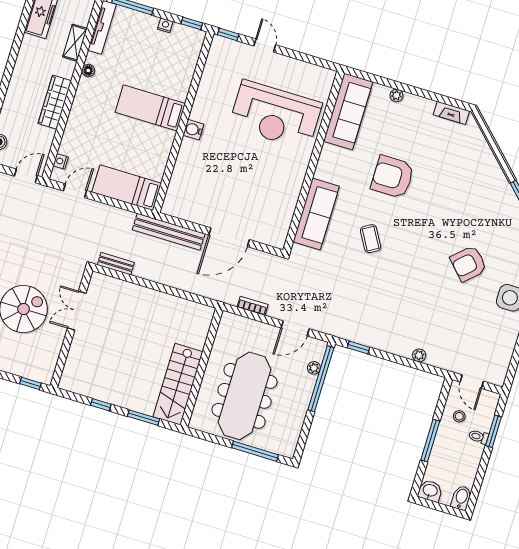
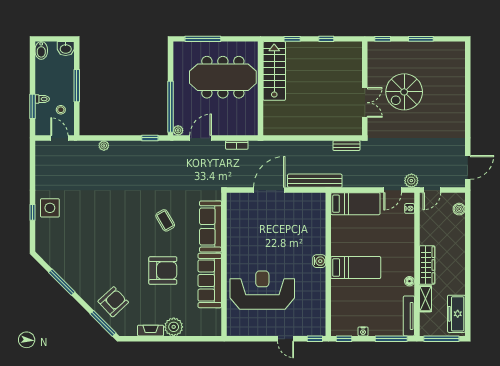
plant: (396, 95) -> (174, 327), width x1.88, depth x1.88
wardrobe: (55, 102) -> (427, 265), moved
sofa: (348, 111) -> (210, 281), moved
fireplace: (451, 113) -> (151, 331), moved
window: (487, 133) -> (103, 323), added
plant: (48, 196) -> (411, 181), added
armchair: (469, 264) -> (113, 302), moved
plant: (314, 368) -> (178, 130), moved
meeting table: (244, 396) -> (223, 77), turned 90
window: (143, 418) -> (292, 39), width x0.67

